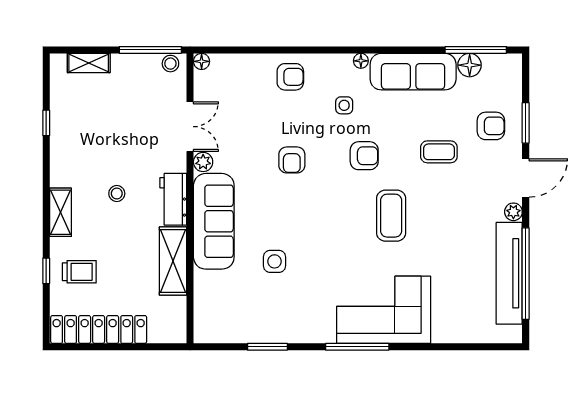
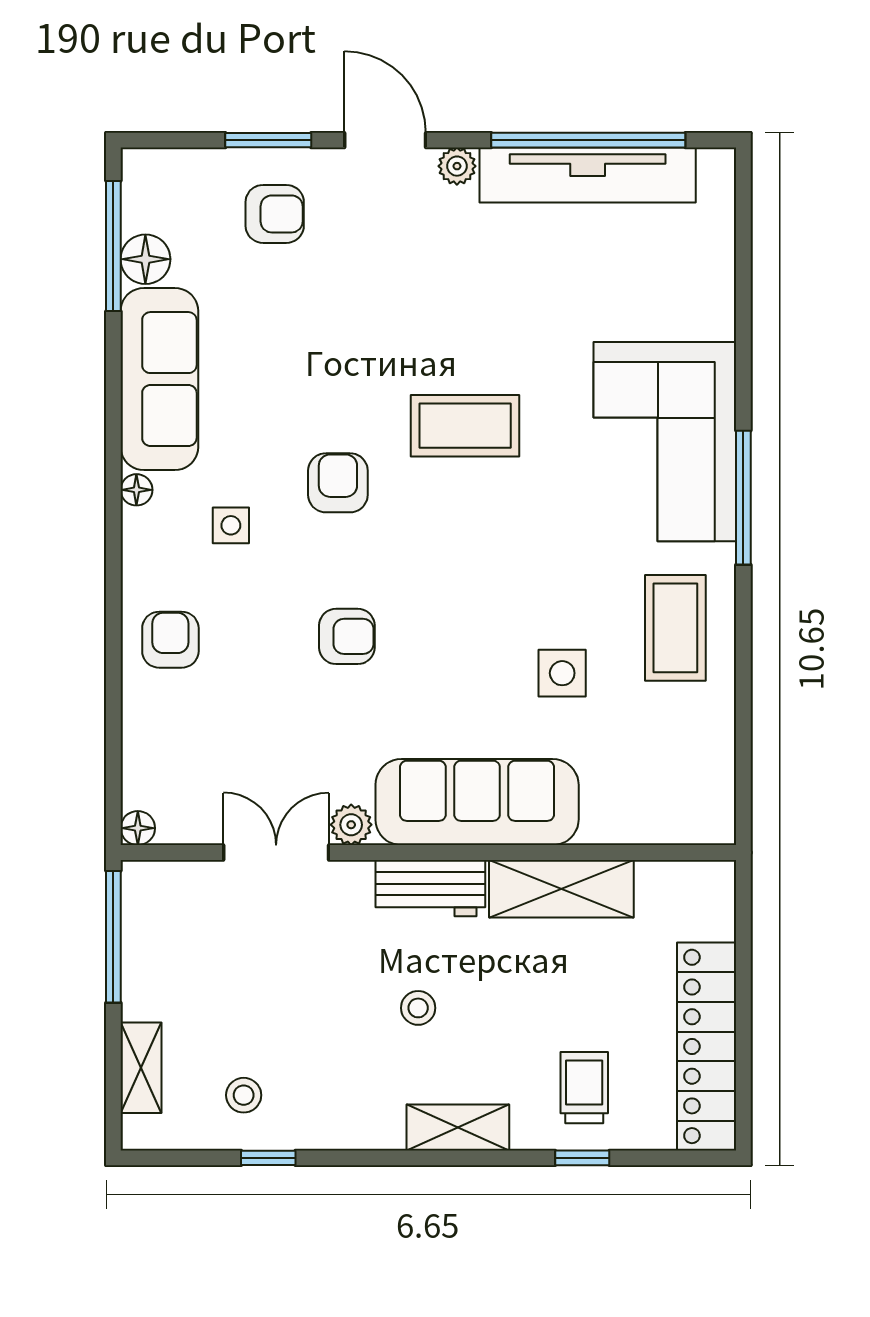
stool: (170, 64) -> (244, 1095), moved
armchair: (491, 126) -> (275, 214), turned 90
coffee table: (439, 152) -> (675, 628), moved, width x1.36, depth x1.30
window: (267, 347) -> (743, 688), removed

